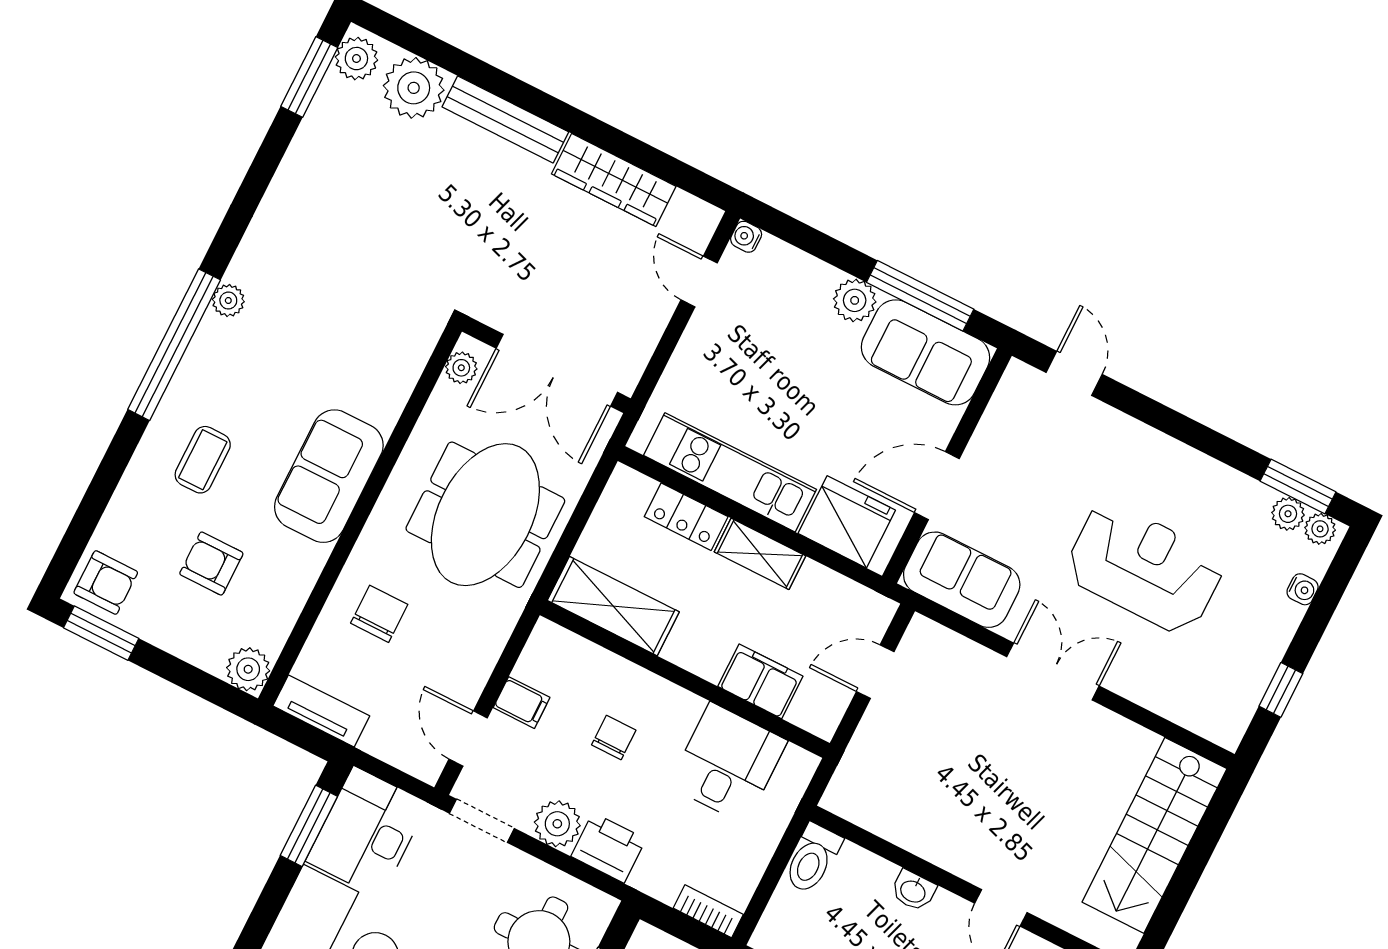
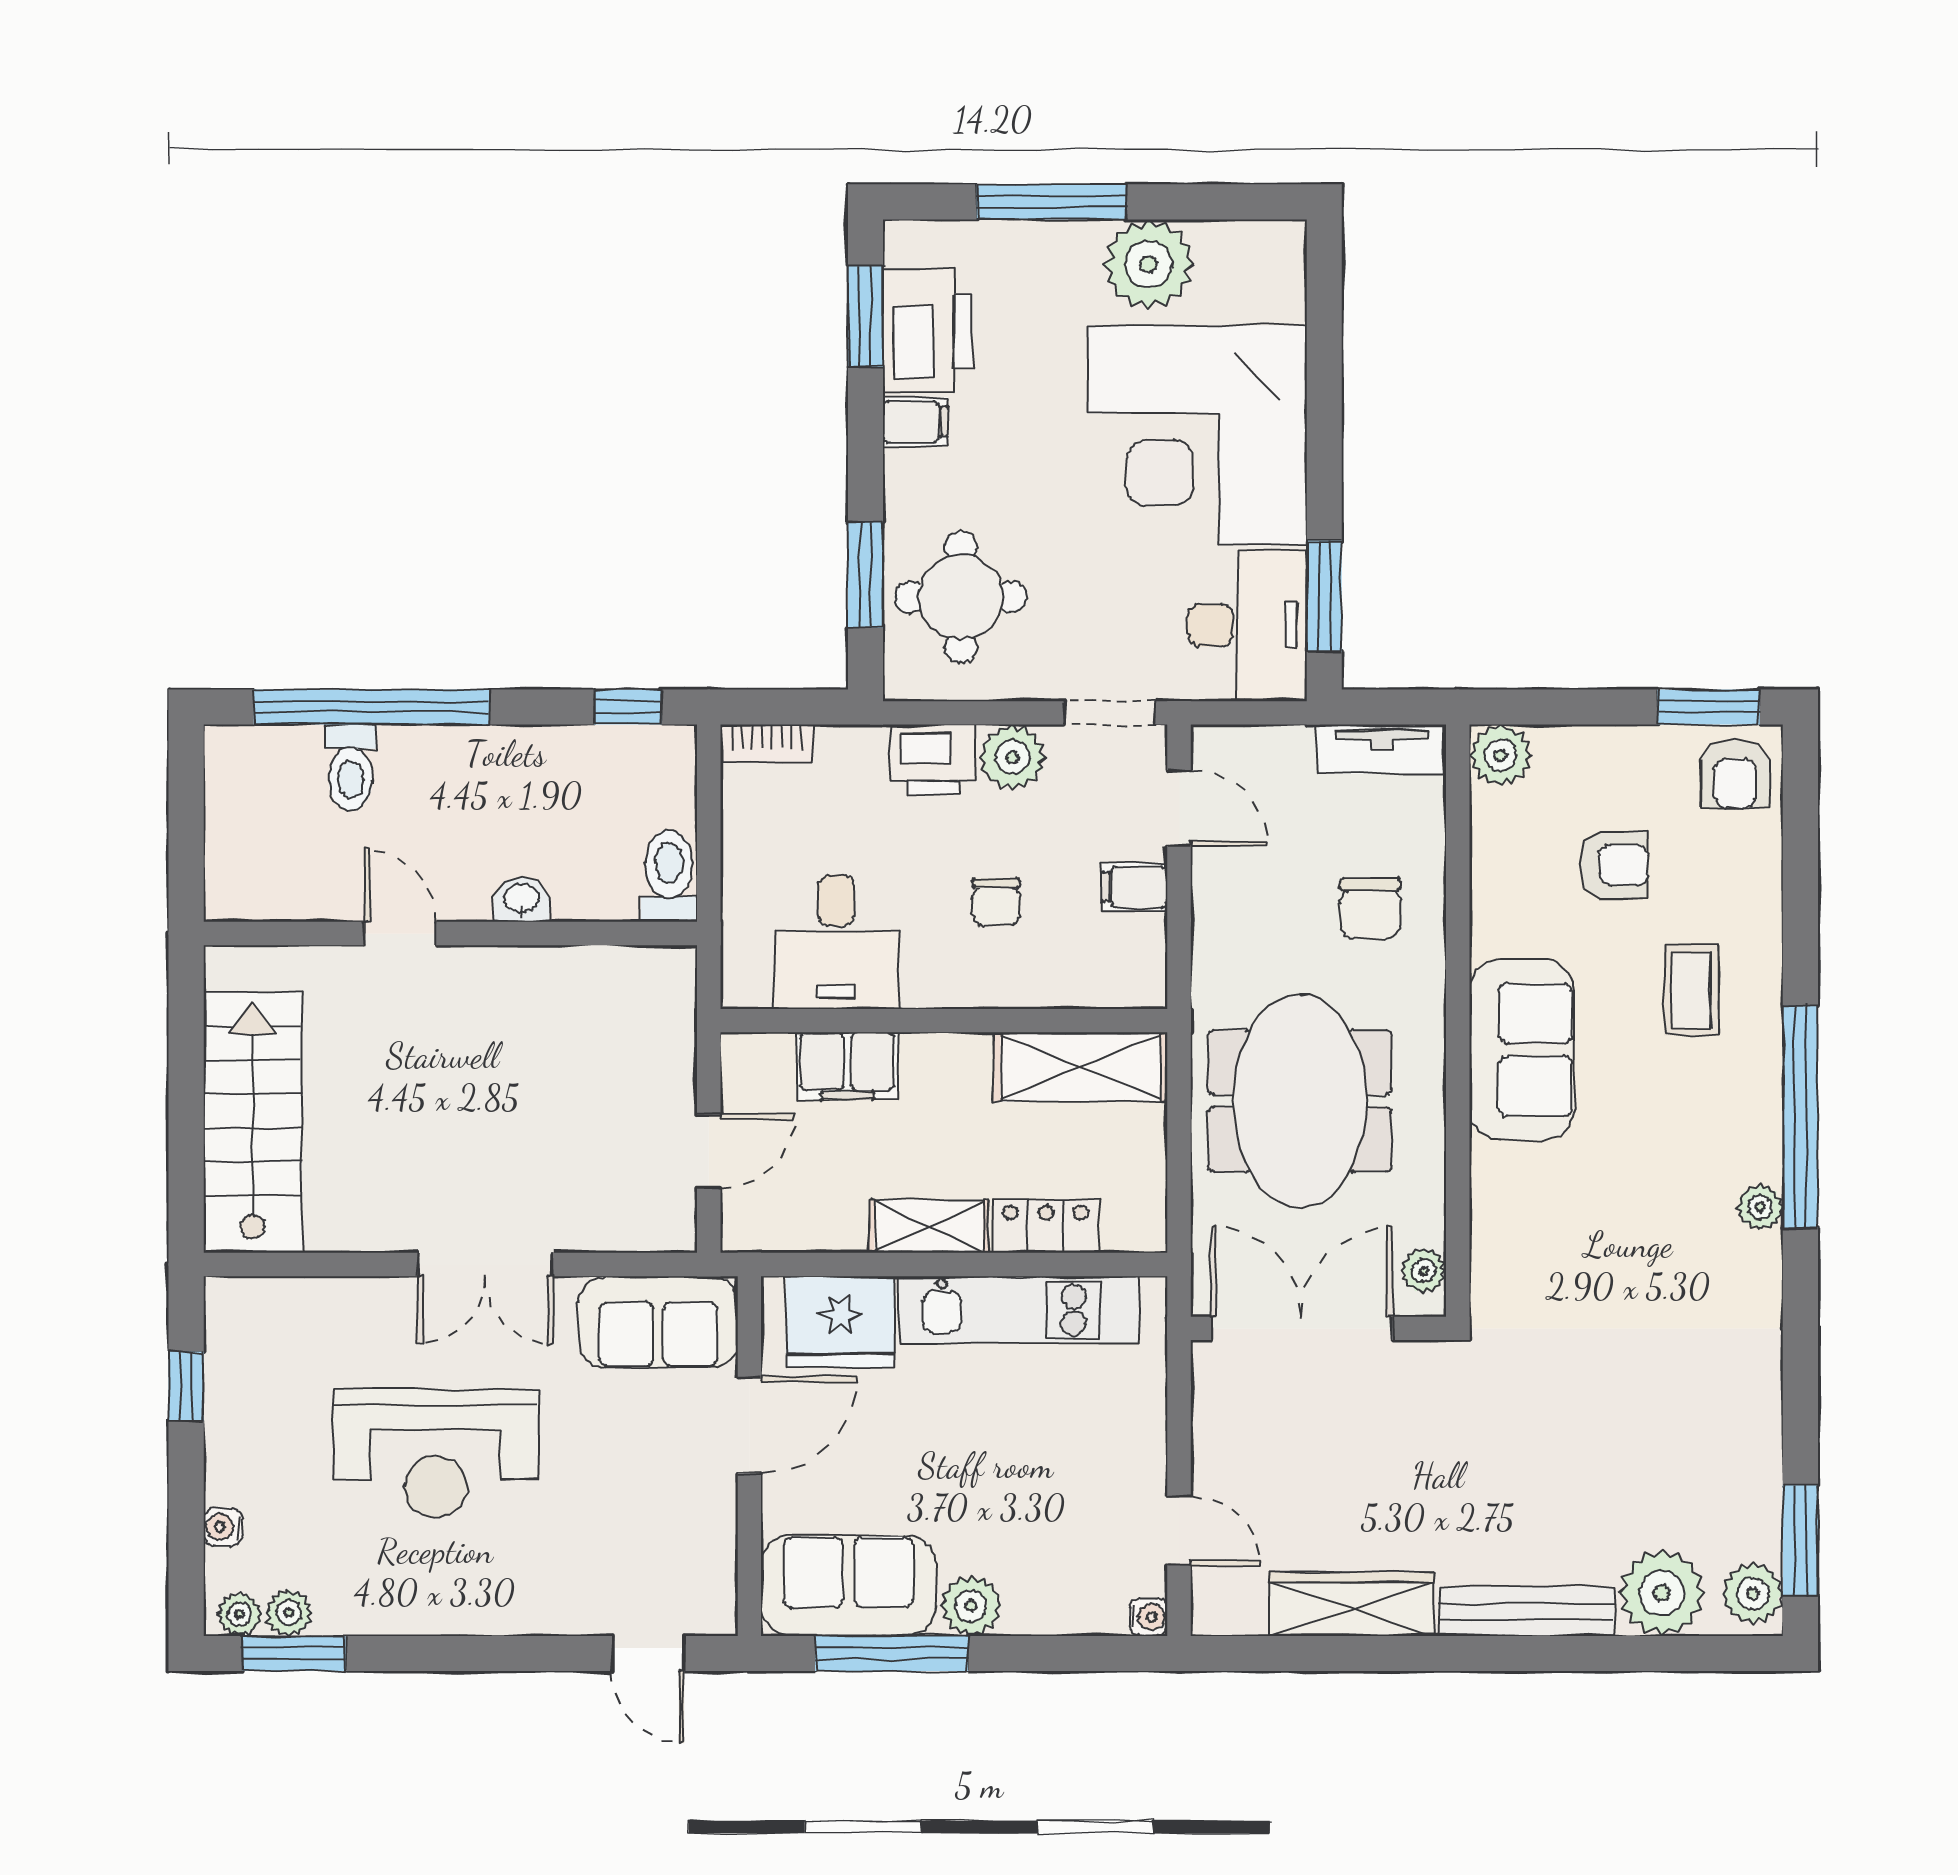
armchair: (106, 583) -> (1735, 774), turned -90

